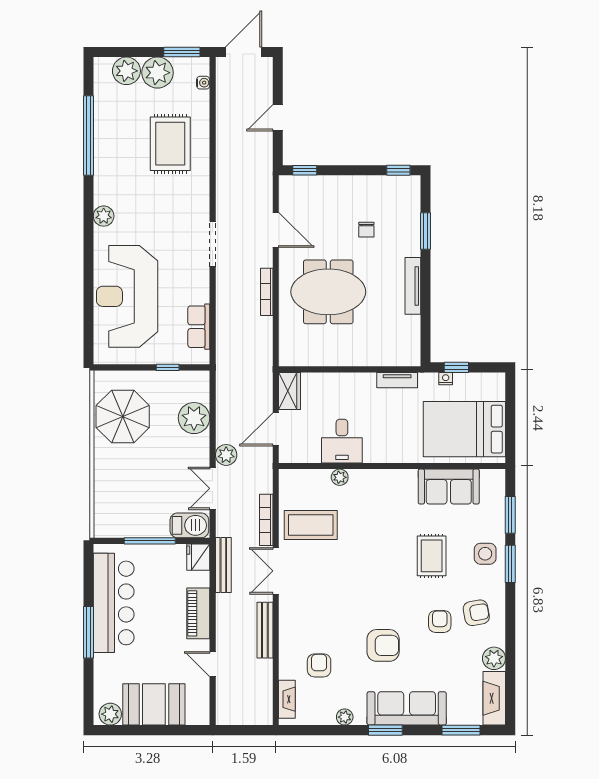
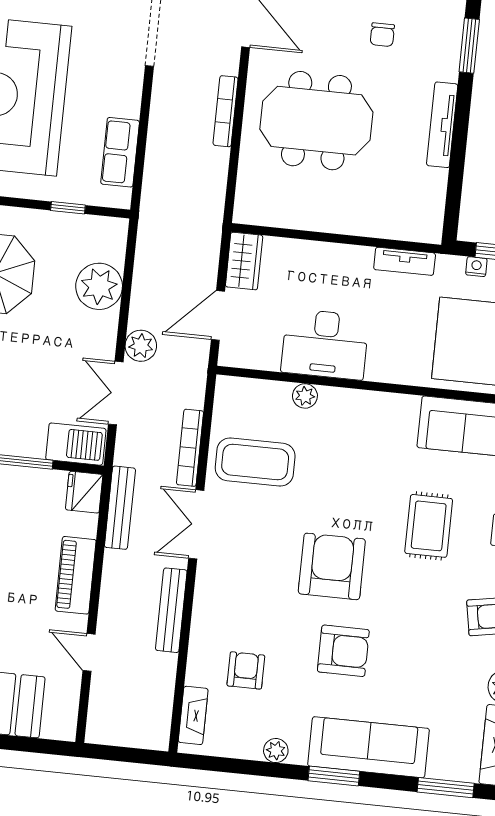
desk: (342, 441) -> (325, 344), width x1.37
armchair: (440, 621) -> (332, 566), moved, width x1.88, depth x1.88

